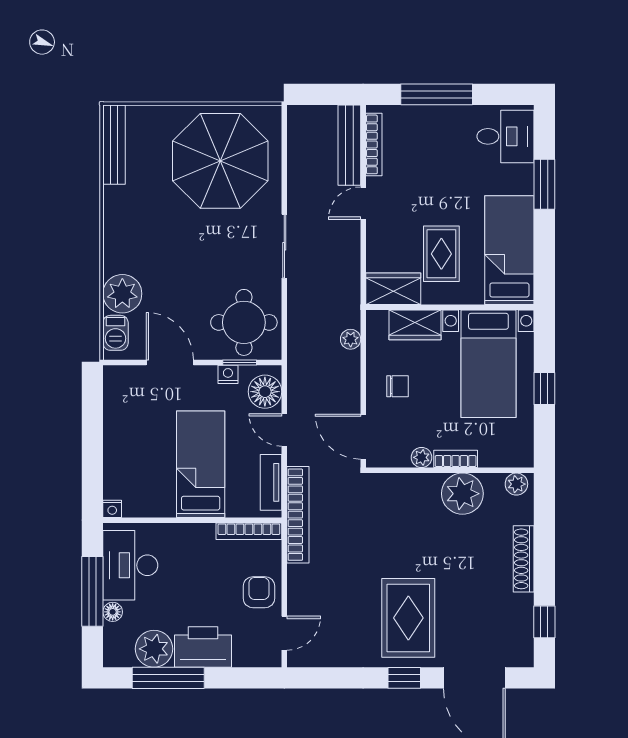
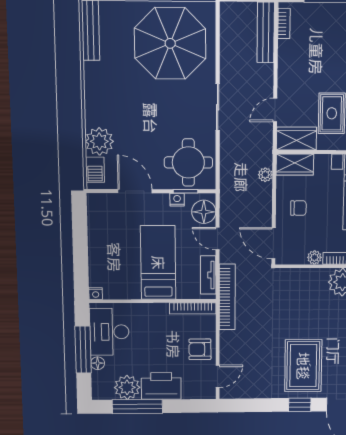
bookcase: (374, 144) -> (284, 24), width x0.64
door: (363, 203) -> (275, 110), moved
wardrobe: (415, 325) -> (295, 165), moved
armchair: (259, 592) -> (200, 349), turned -90

